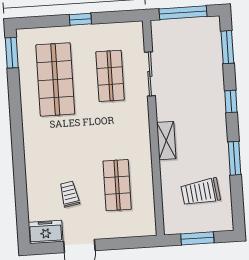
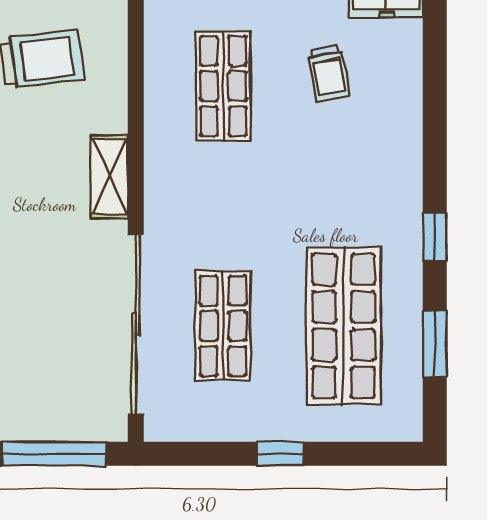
window: (12, 53) -> (435, 344), moved
sliding door: (150, 74) -> (136, 324), width x1.86
window: (16, 123) -> (435, 237), added

